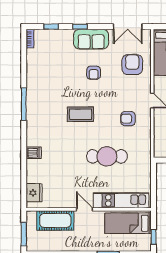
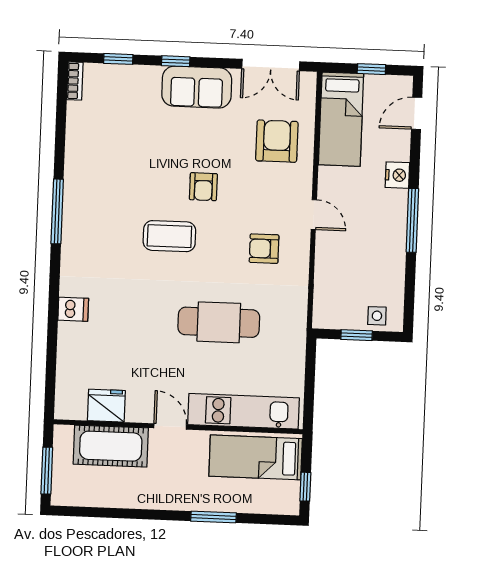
armchair: (94, 73) -> (203, 187), moved
fridge: (34, 193) -> (106, 406), moved, turned -90

